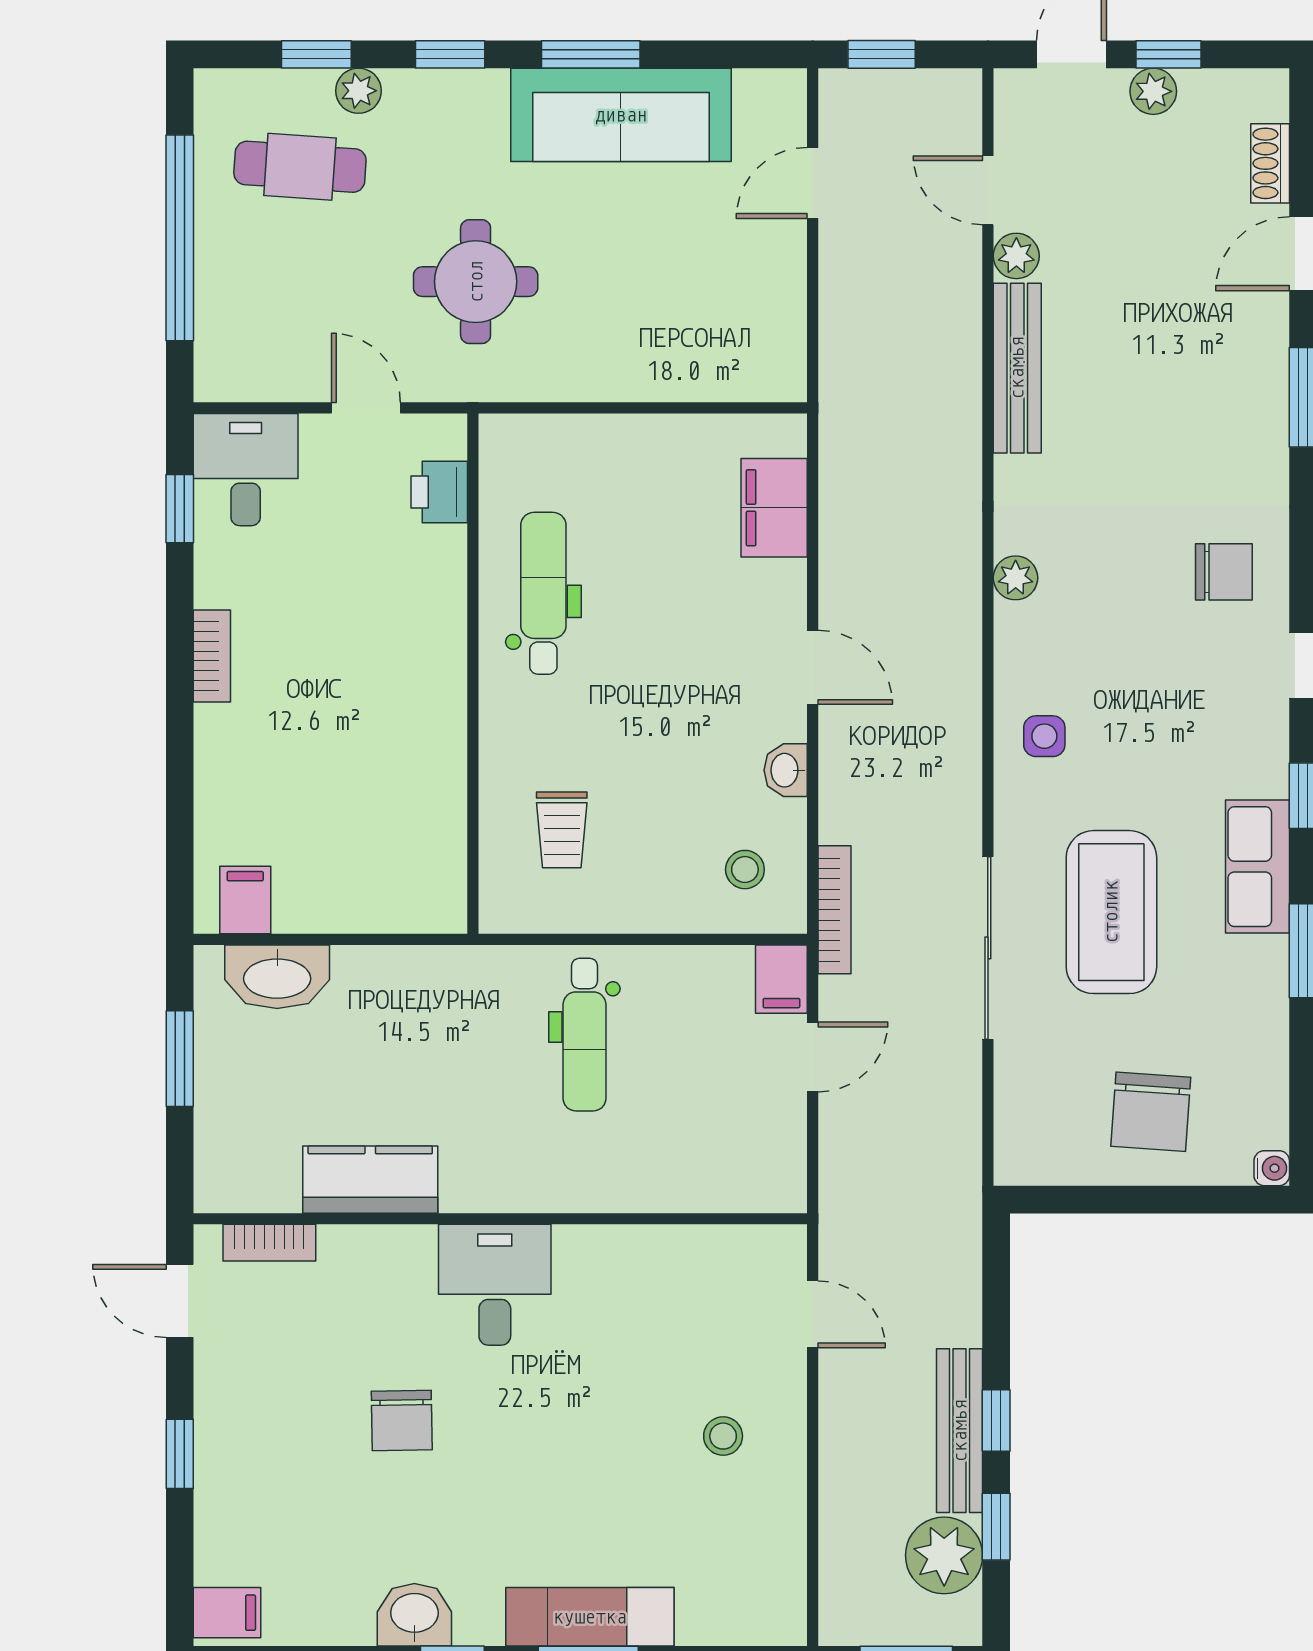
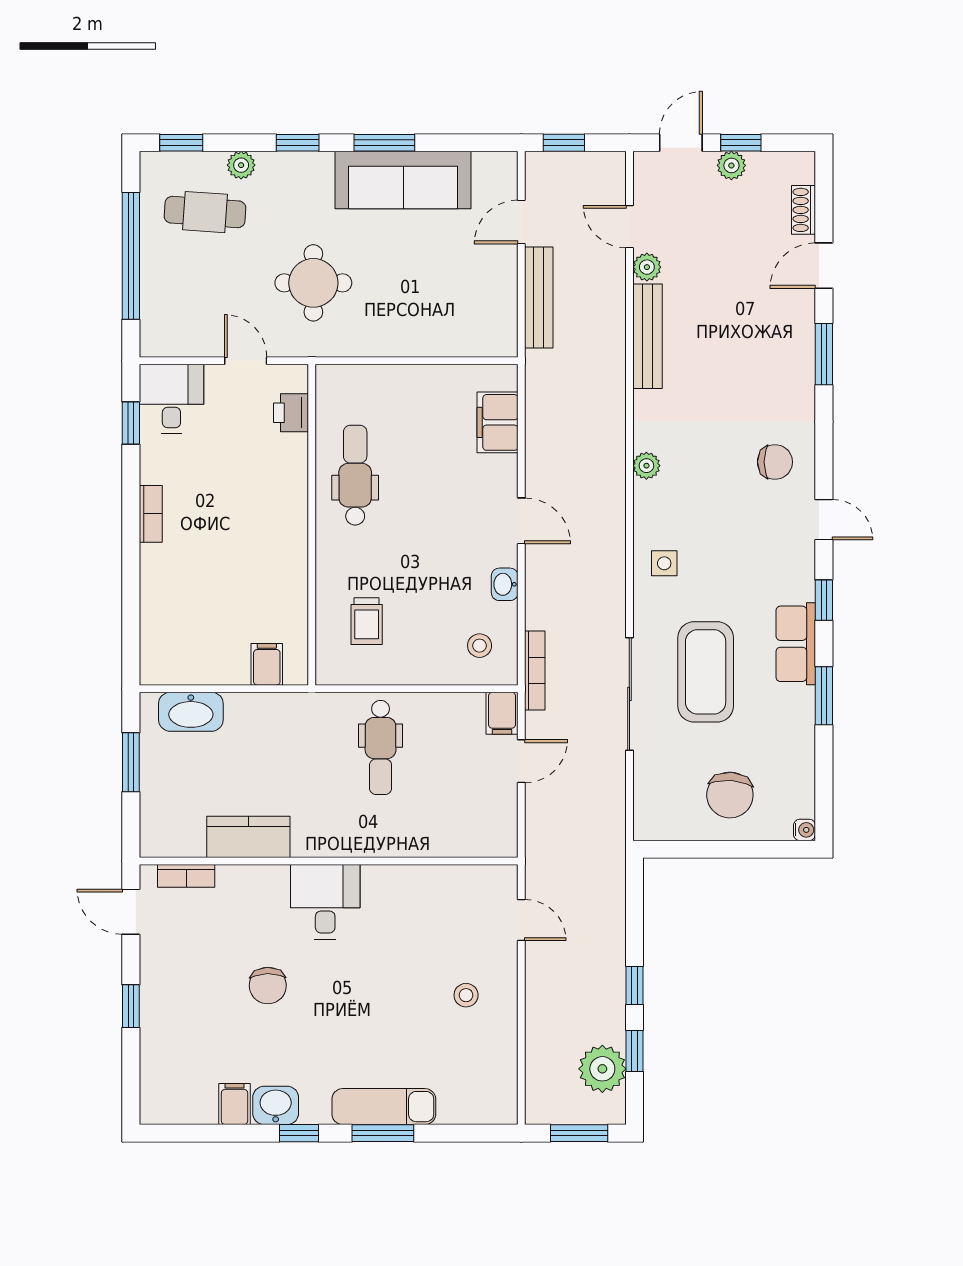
window: (316, 54) -> (181, 143), moved
filing cabinet: (245, 900) -> (267, 664), moved
bench: (960, 1431) -> (539, 297), moved
filing cabinet: (227, 1613) -> (235, 1104), moved, turned -90

